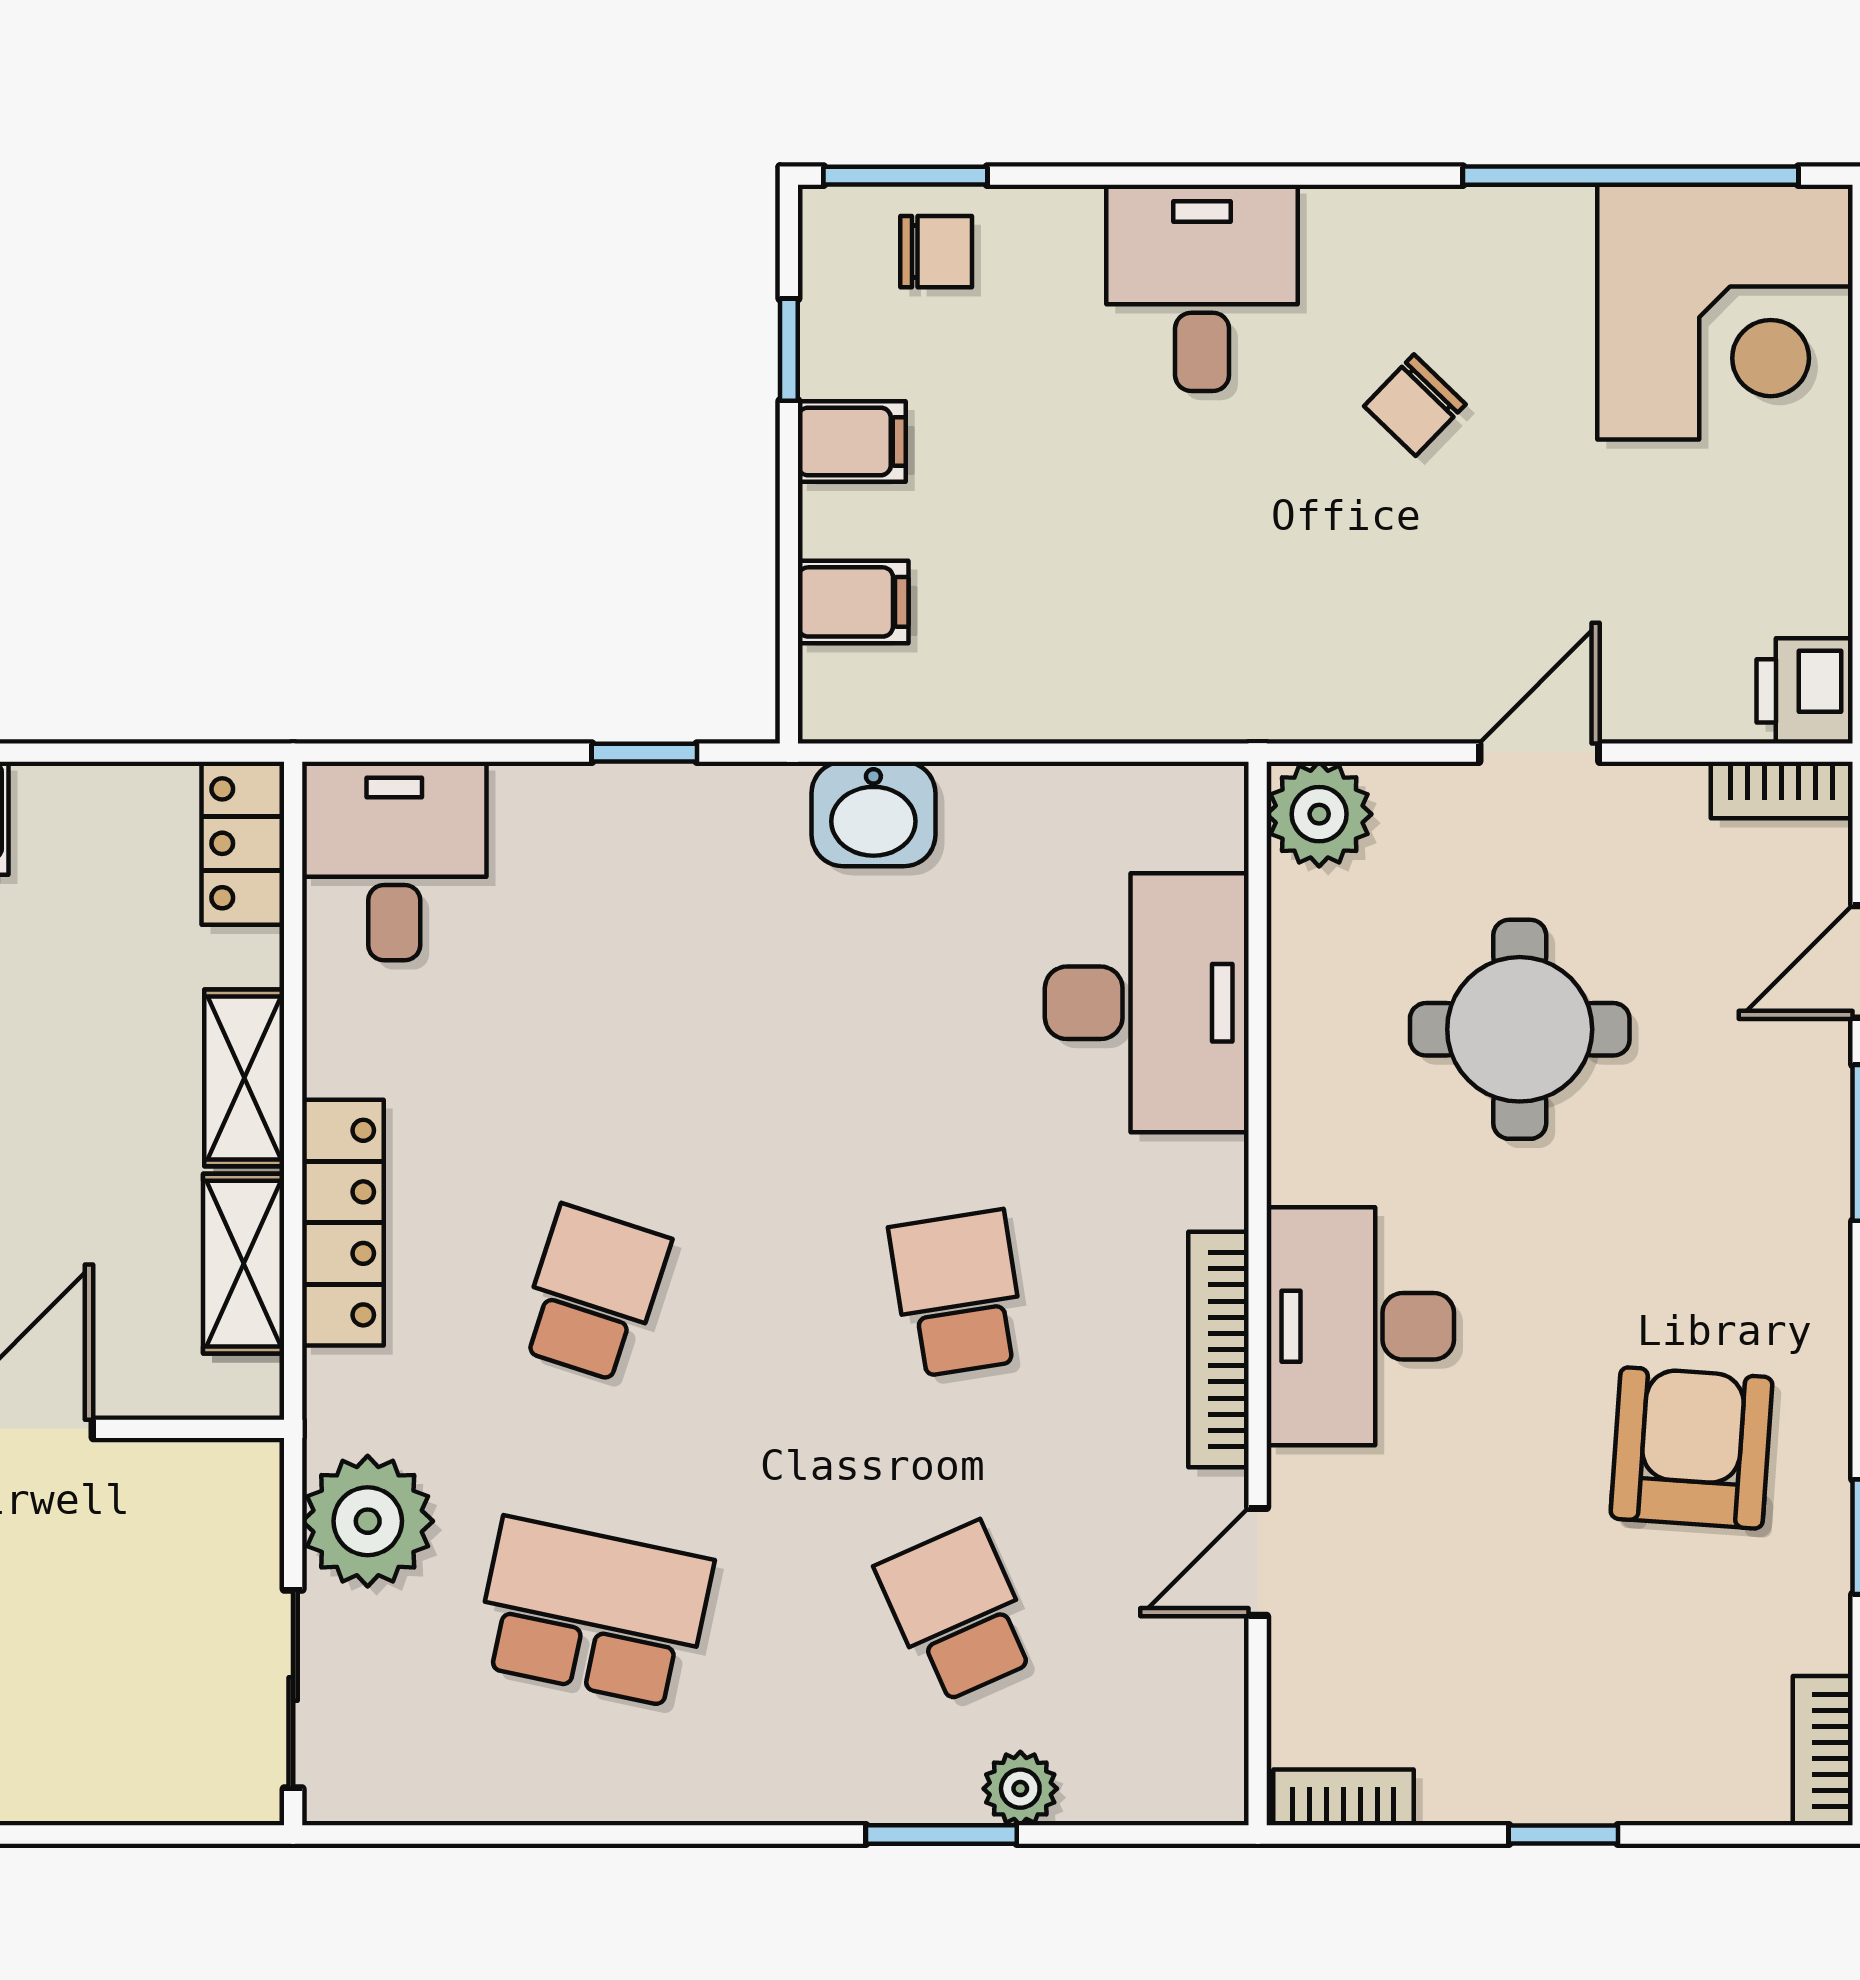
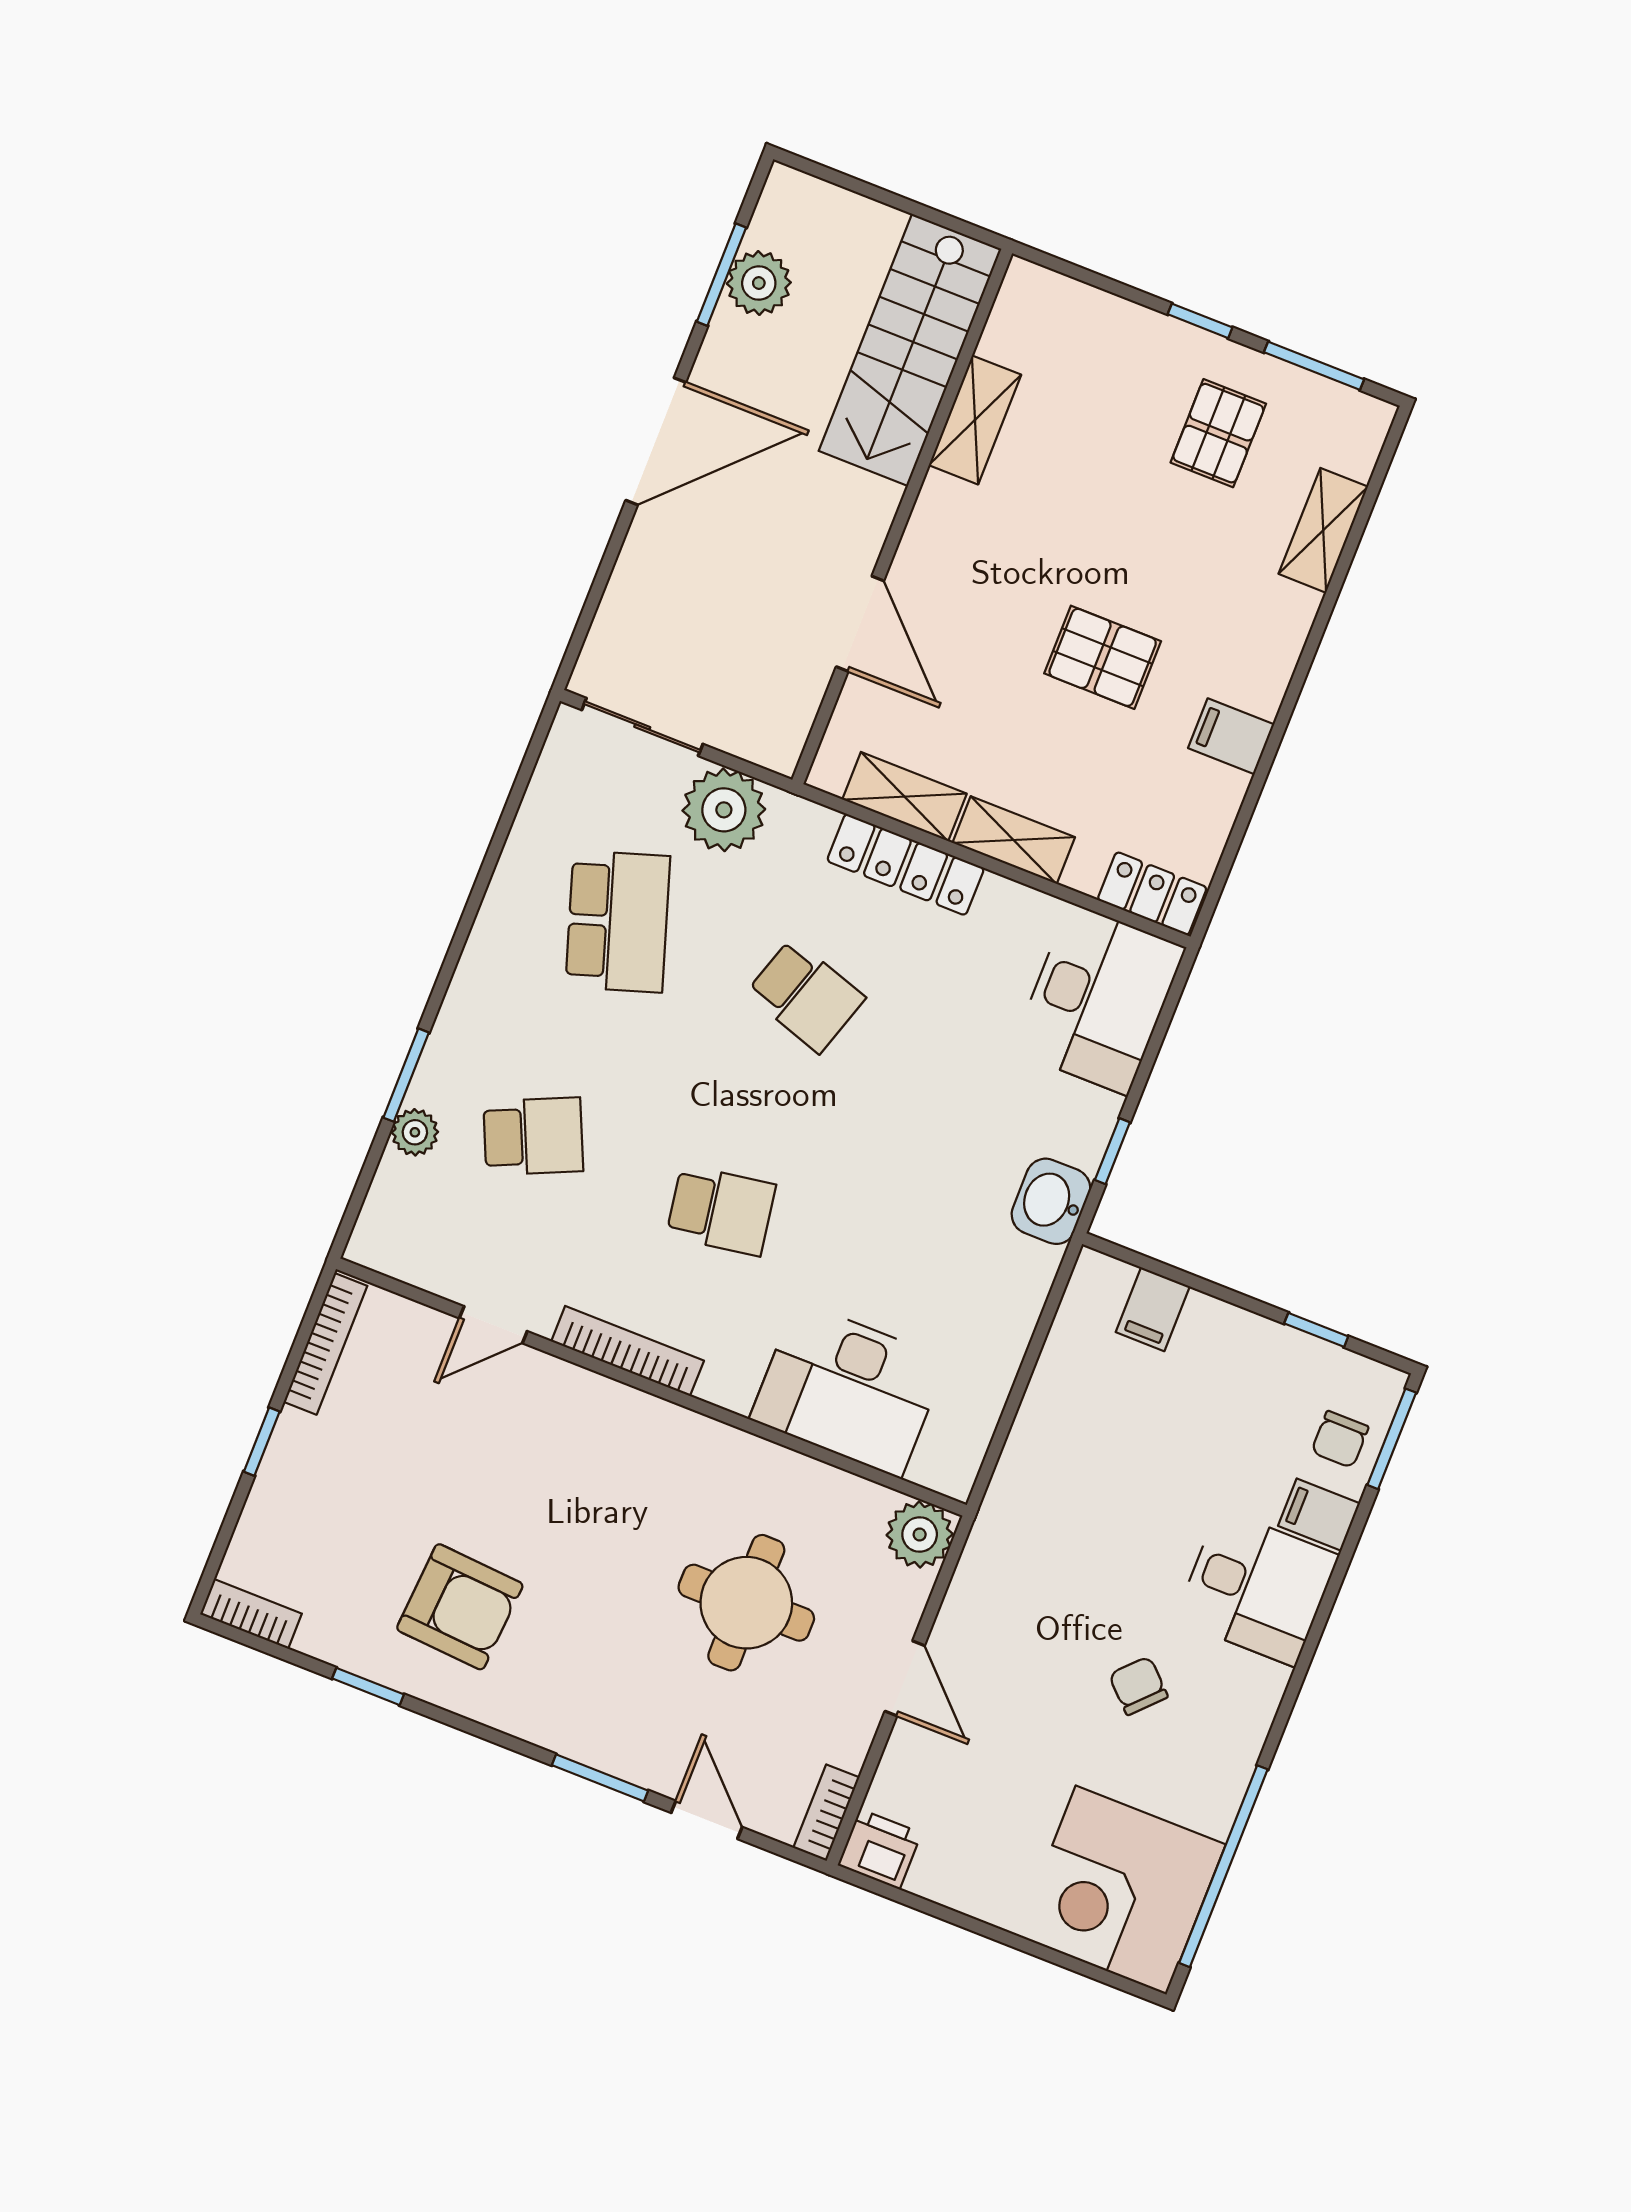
filing cabinet: (852, 441) -> (1319, 1515), moved, turned 90
washbasin: (873, 814) -> (1051, 1201), moved
desk: (394, 861) -> (1099, 999), width x1.37
desk: (1360, 1326) -> (608, 1440), removed
door: (1258, 1562) -> (493, 1325), swing flipped
school desk: (593, 1612) -> (618, 922), turned -30
bookcase: (1343, 1797) -> (326, 1344), width x1.56

